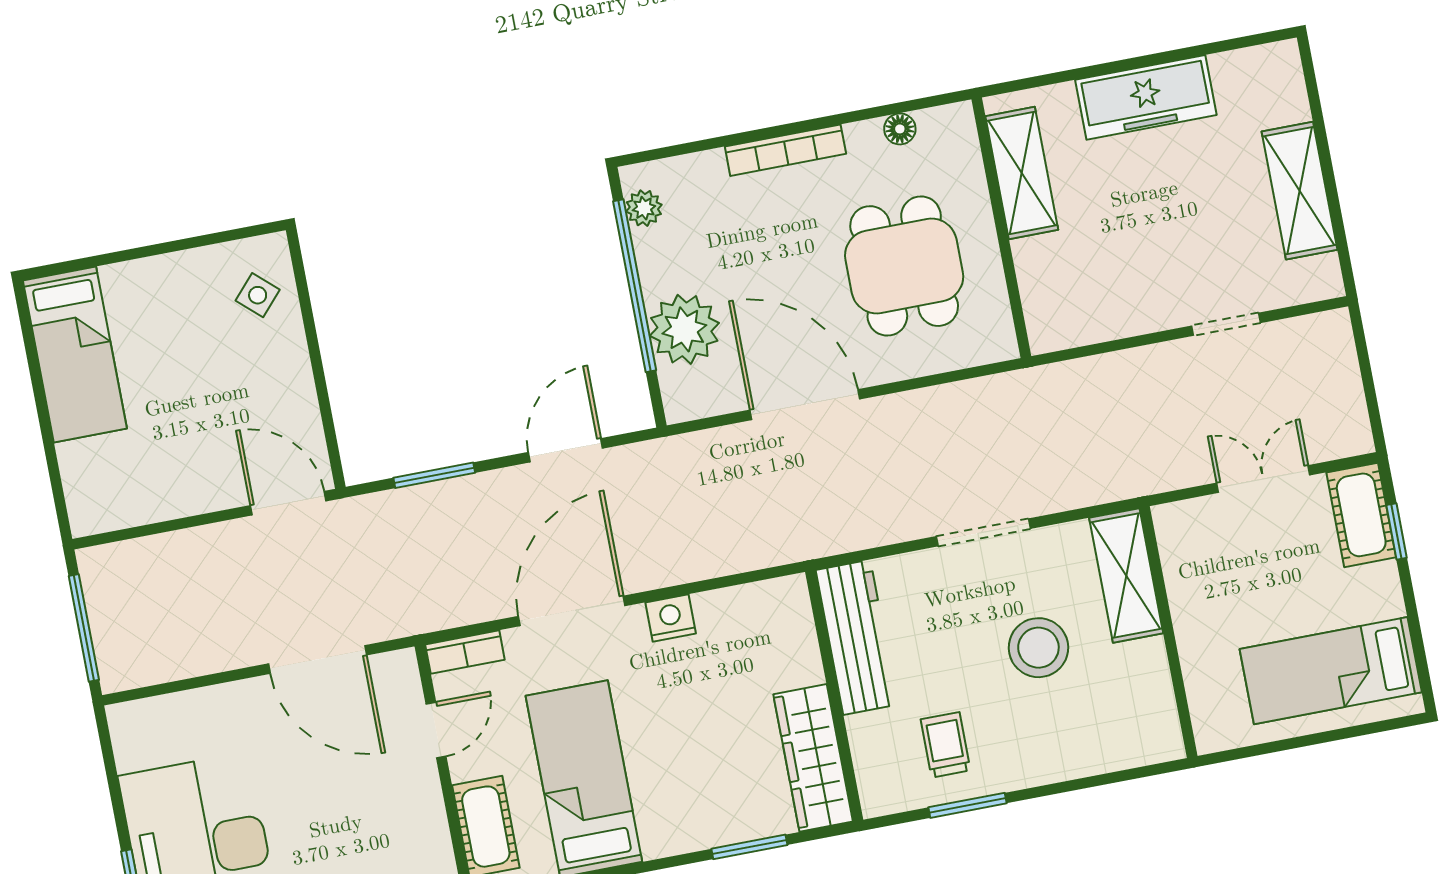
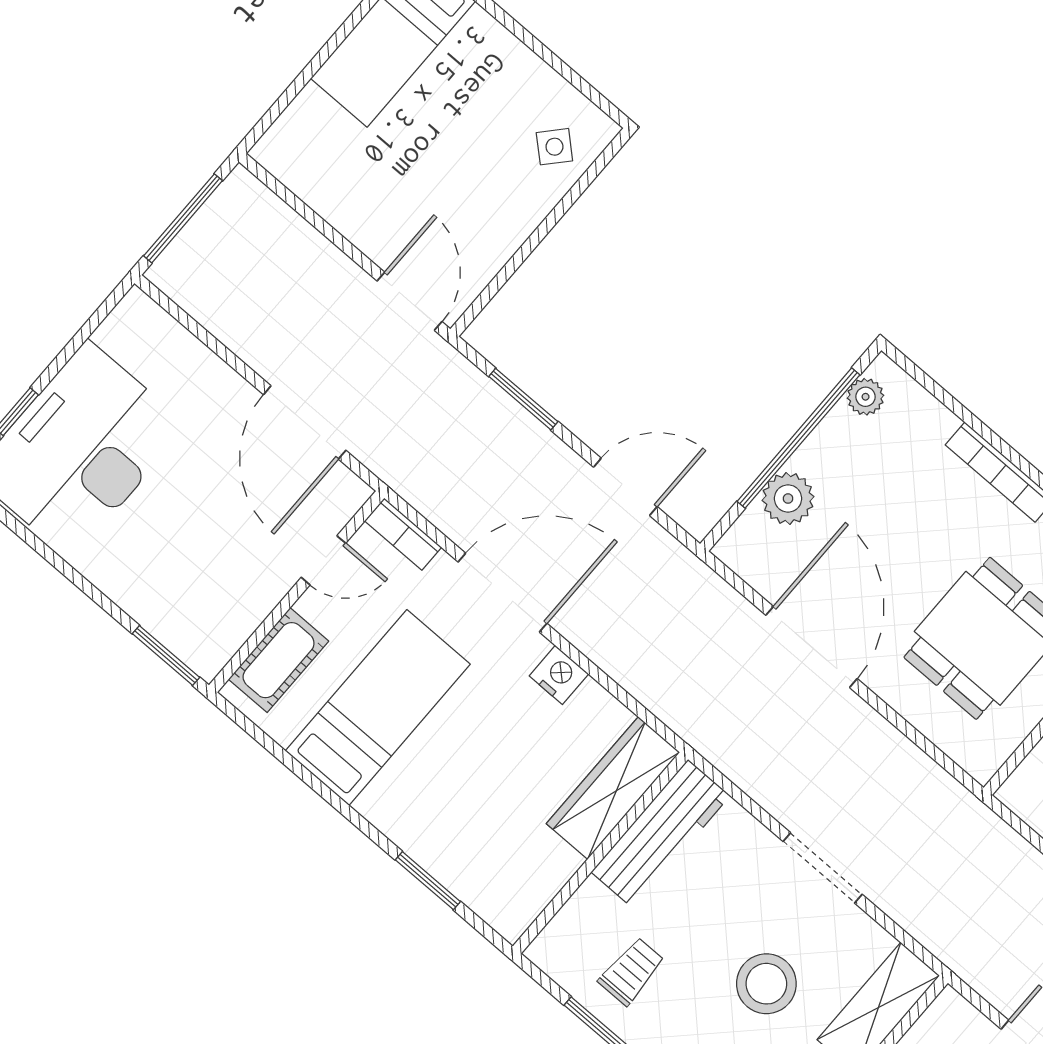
plant: (684, 329) -> (788, 499), width x0.73, depth x0.73
wardrobe: (813, 758) -> (613, 788), moved

